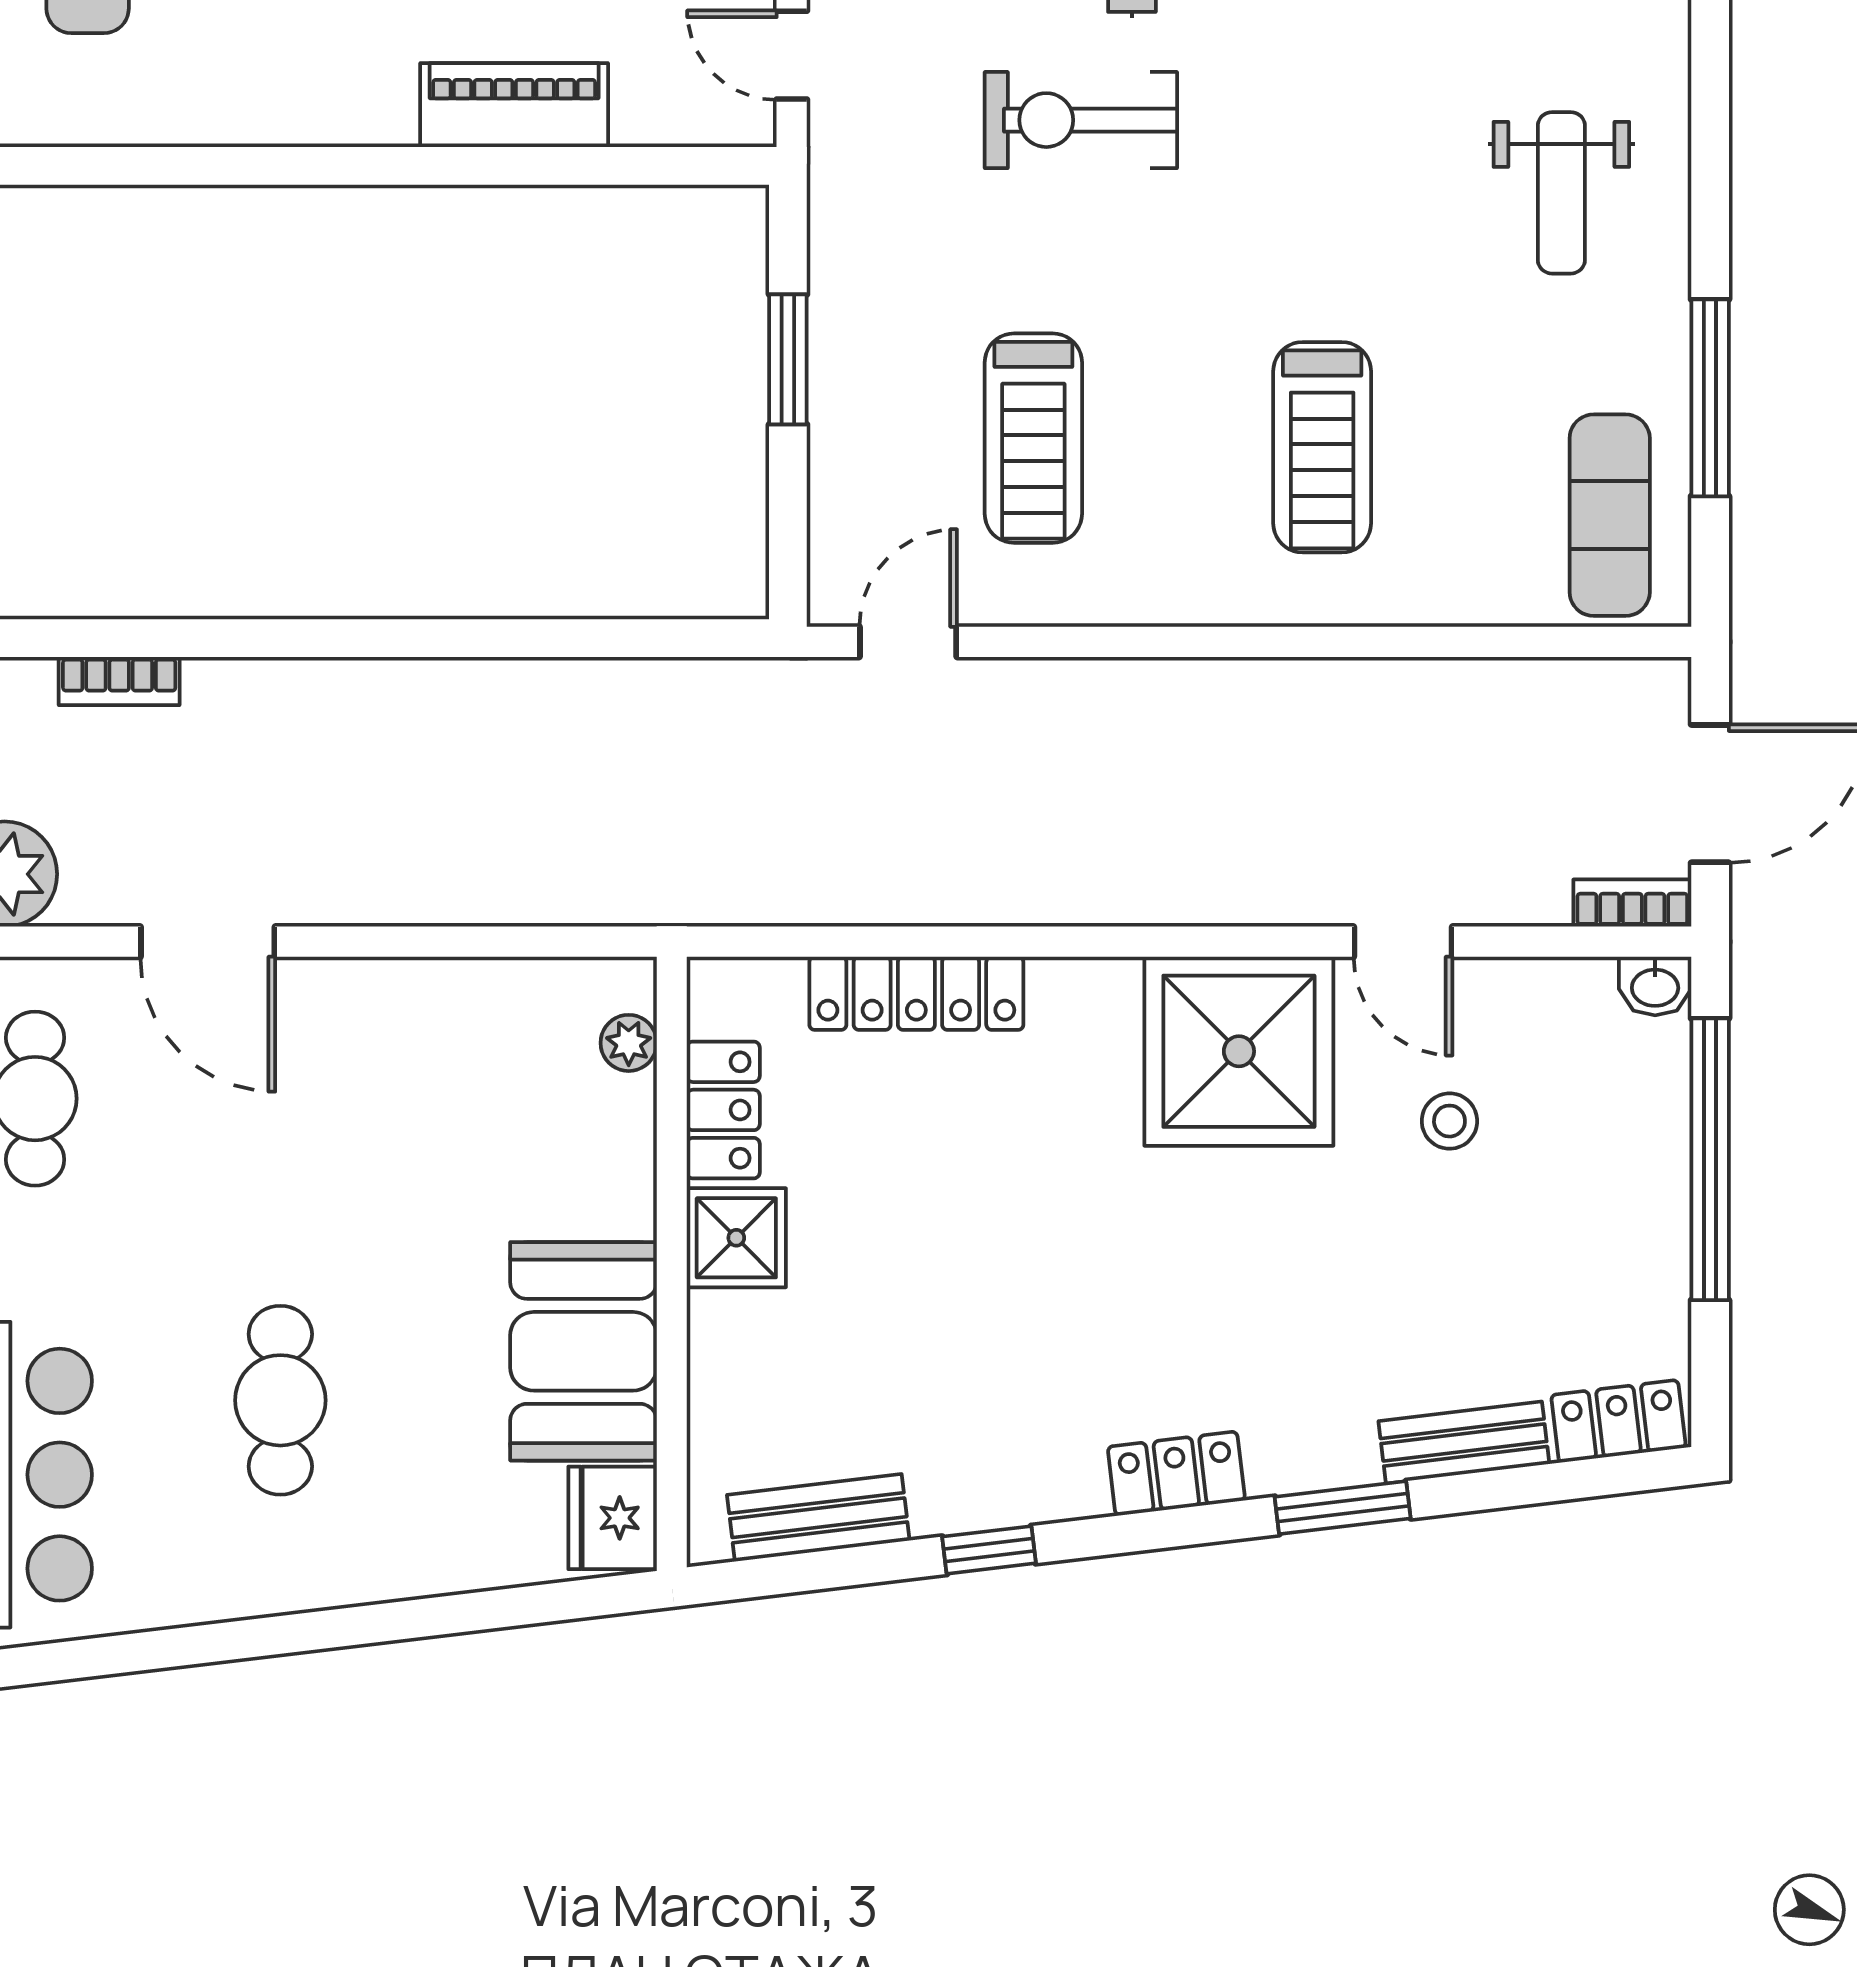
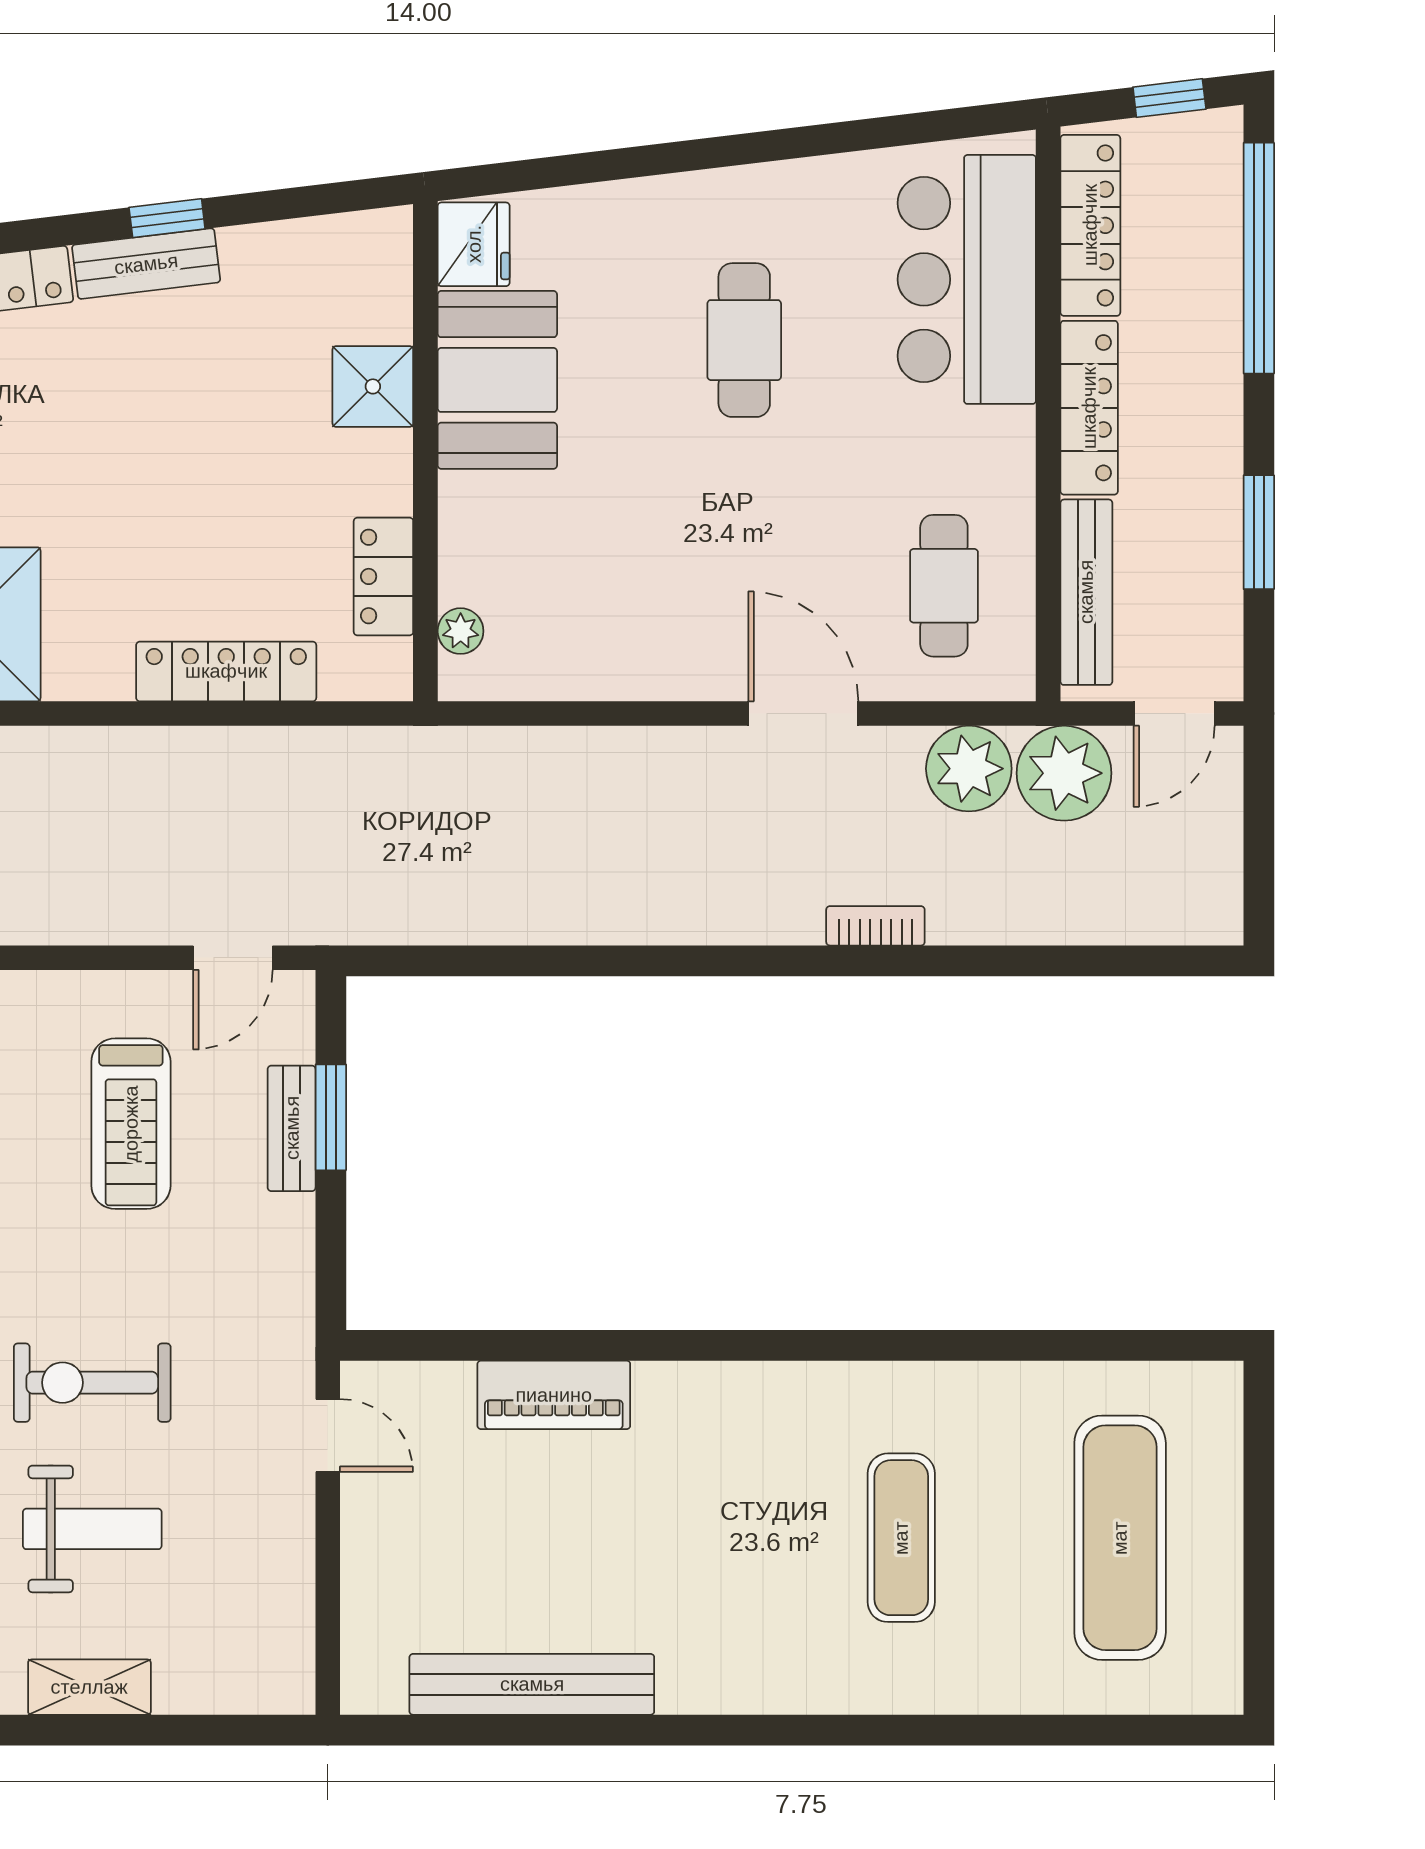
exercise bike: (1081, 120) -> (92, 1383), turned 180
window: (788, 359) -> (331, 1117), moved
bench: (836, 432) -> (292, 1128), added
treadmill: (1033, 438) -> (131, 1124), turned 180
shower: (736, 1238) -> (373, 386), moved
bench: (818, 1518) -> (146, 264), moved

